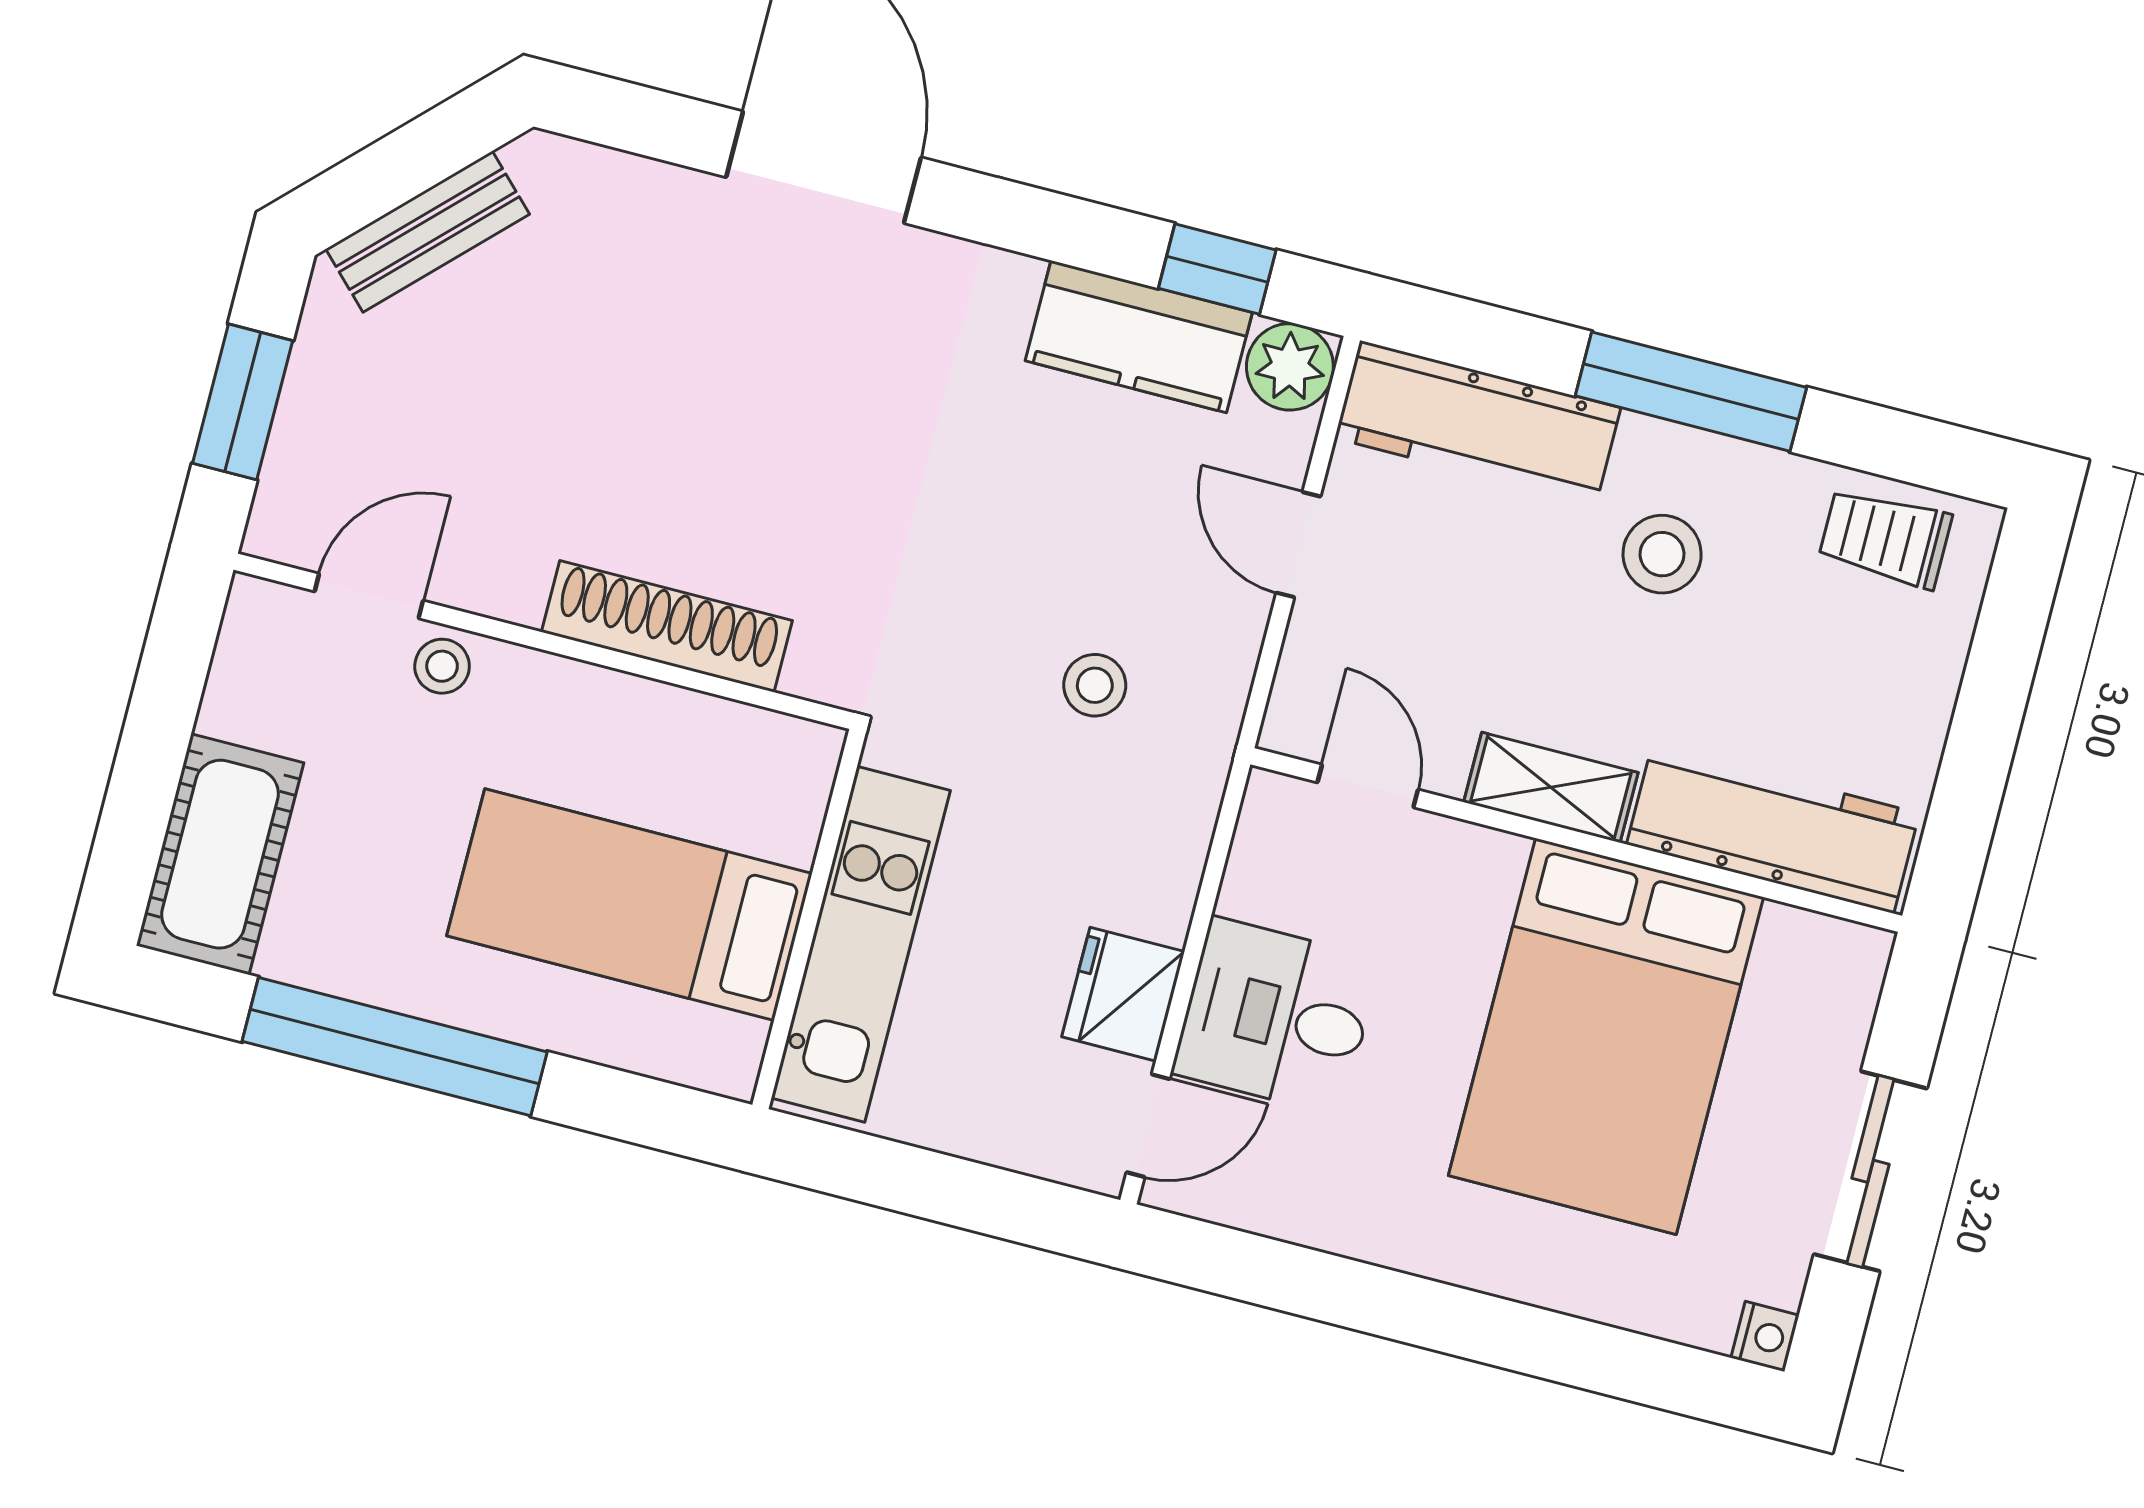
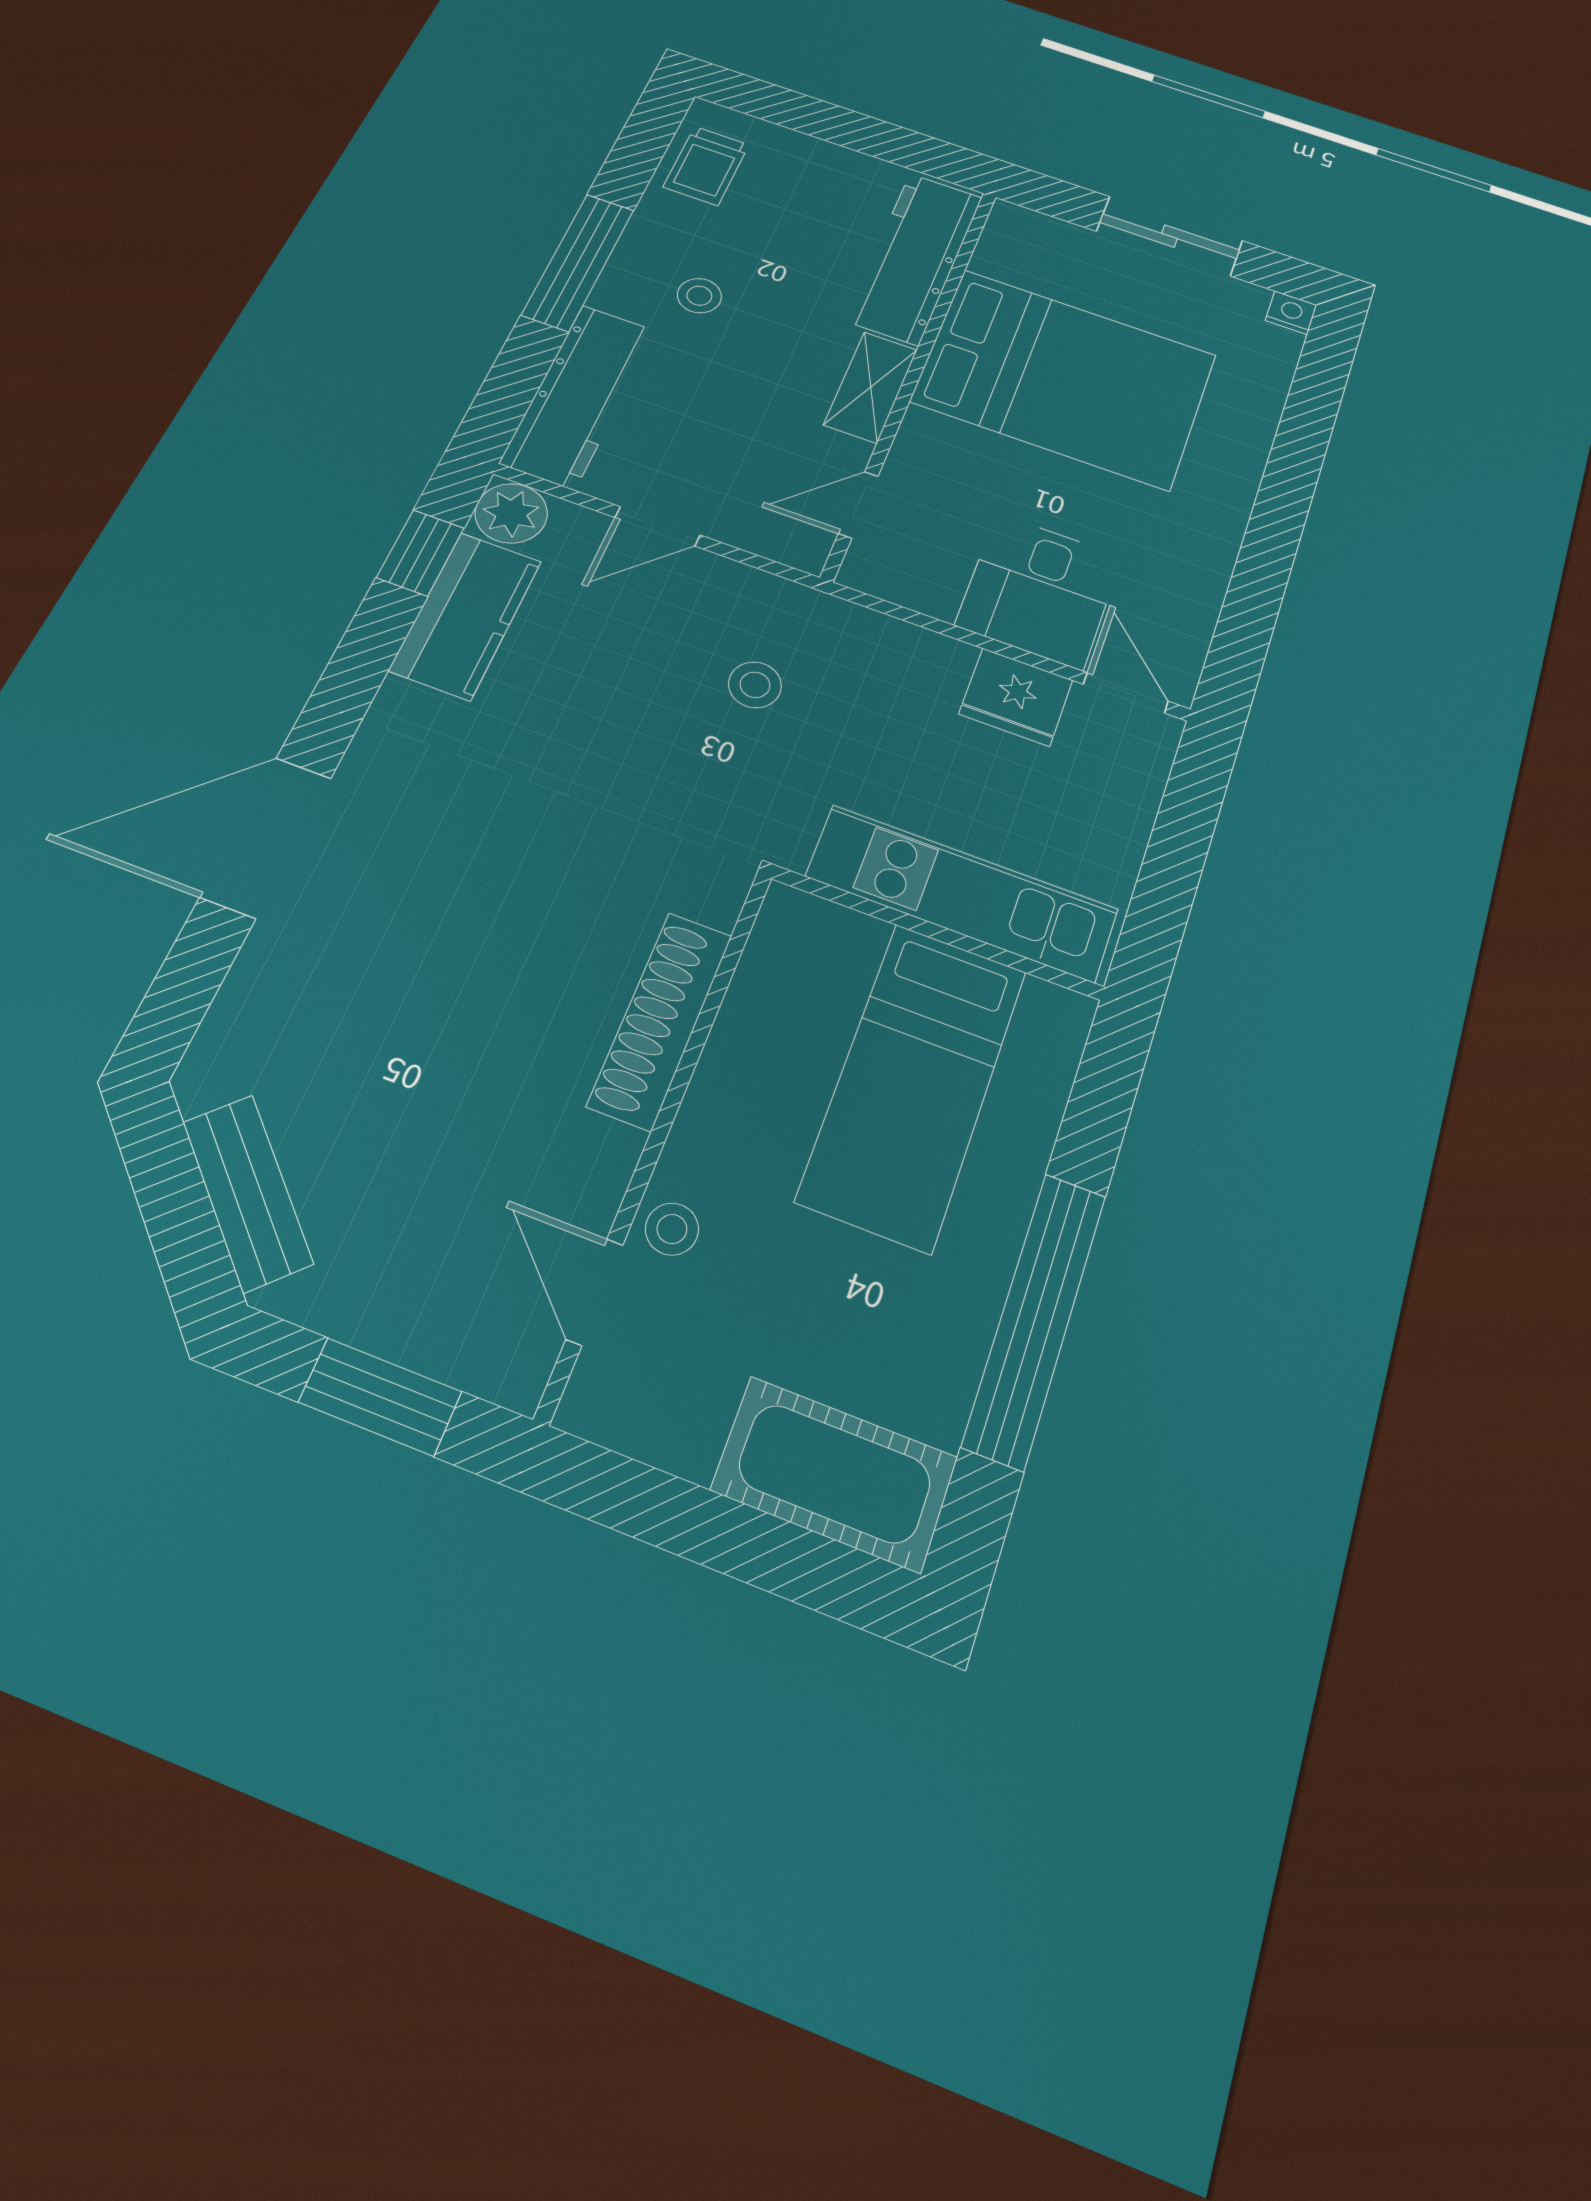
stool: (1662, 554) -> (699, 296), width x0.73, depth x0.73

